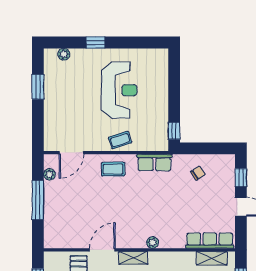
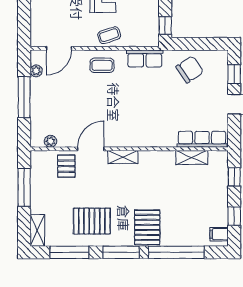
chair: (198, 173) -> (190, 69), width x1.87, depth x1.87
plant: (153, 242) -> (51, 141), moved
shelving: (212, 258) -> (192, 157), moved

